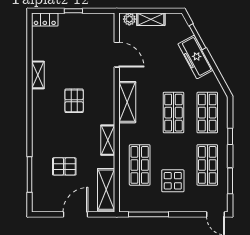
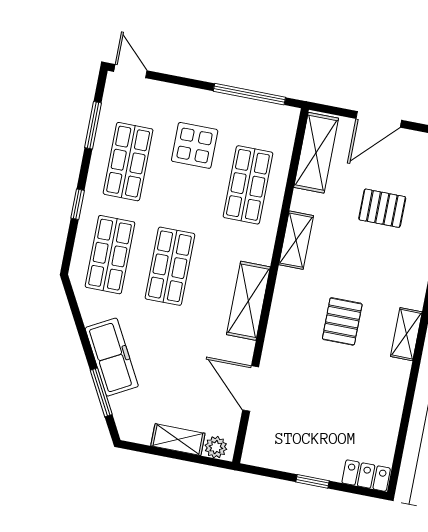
shelving: (38, 75) -> (406, 334), moved

